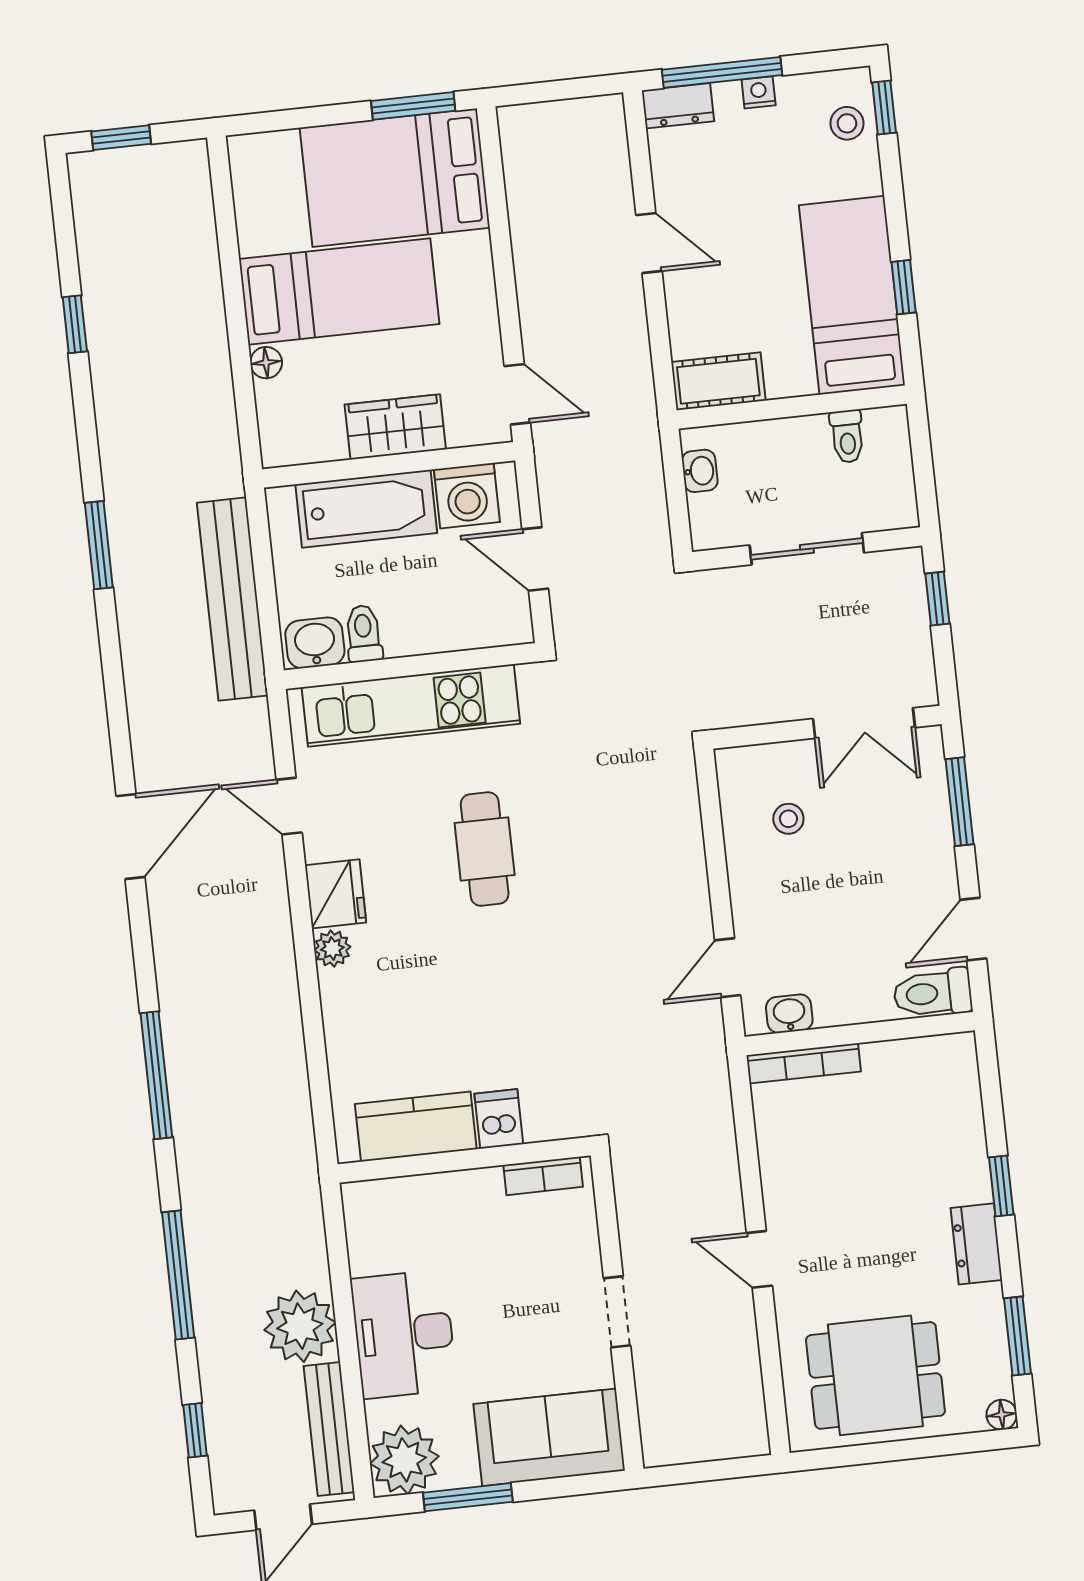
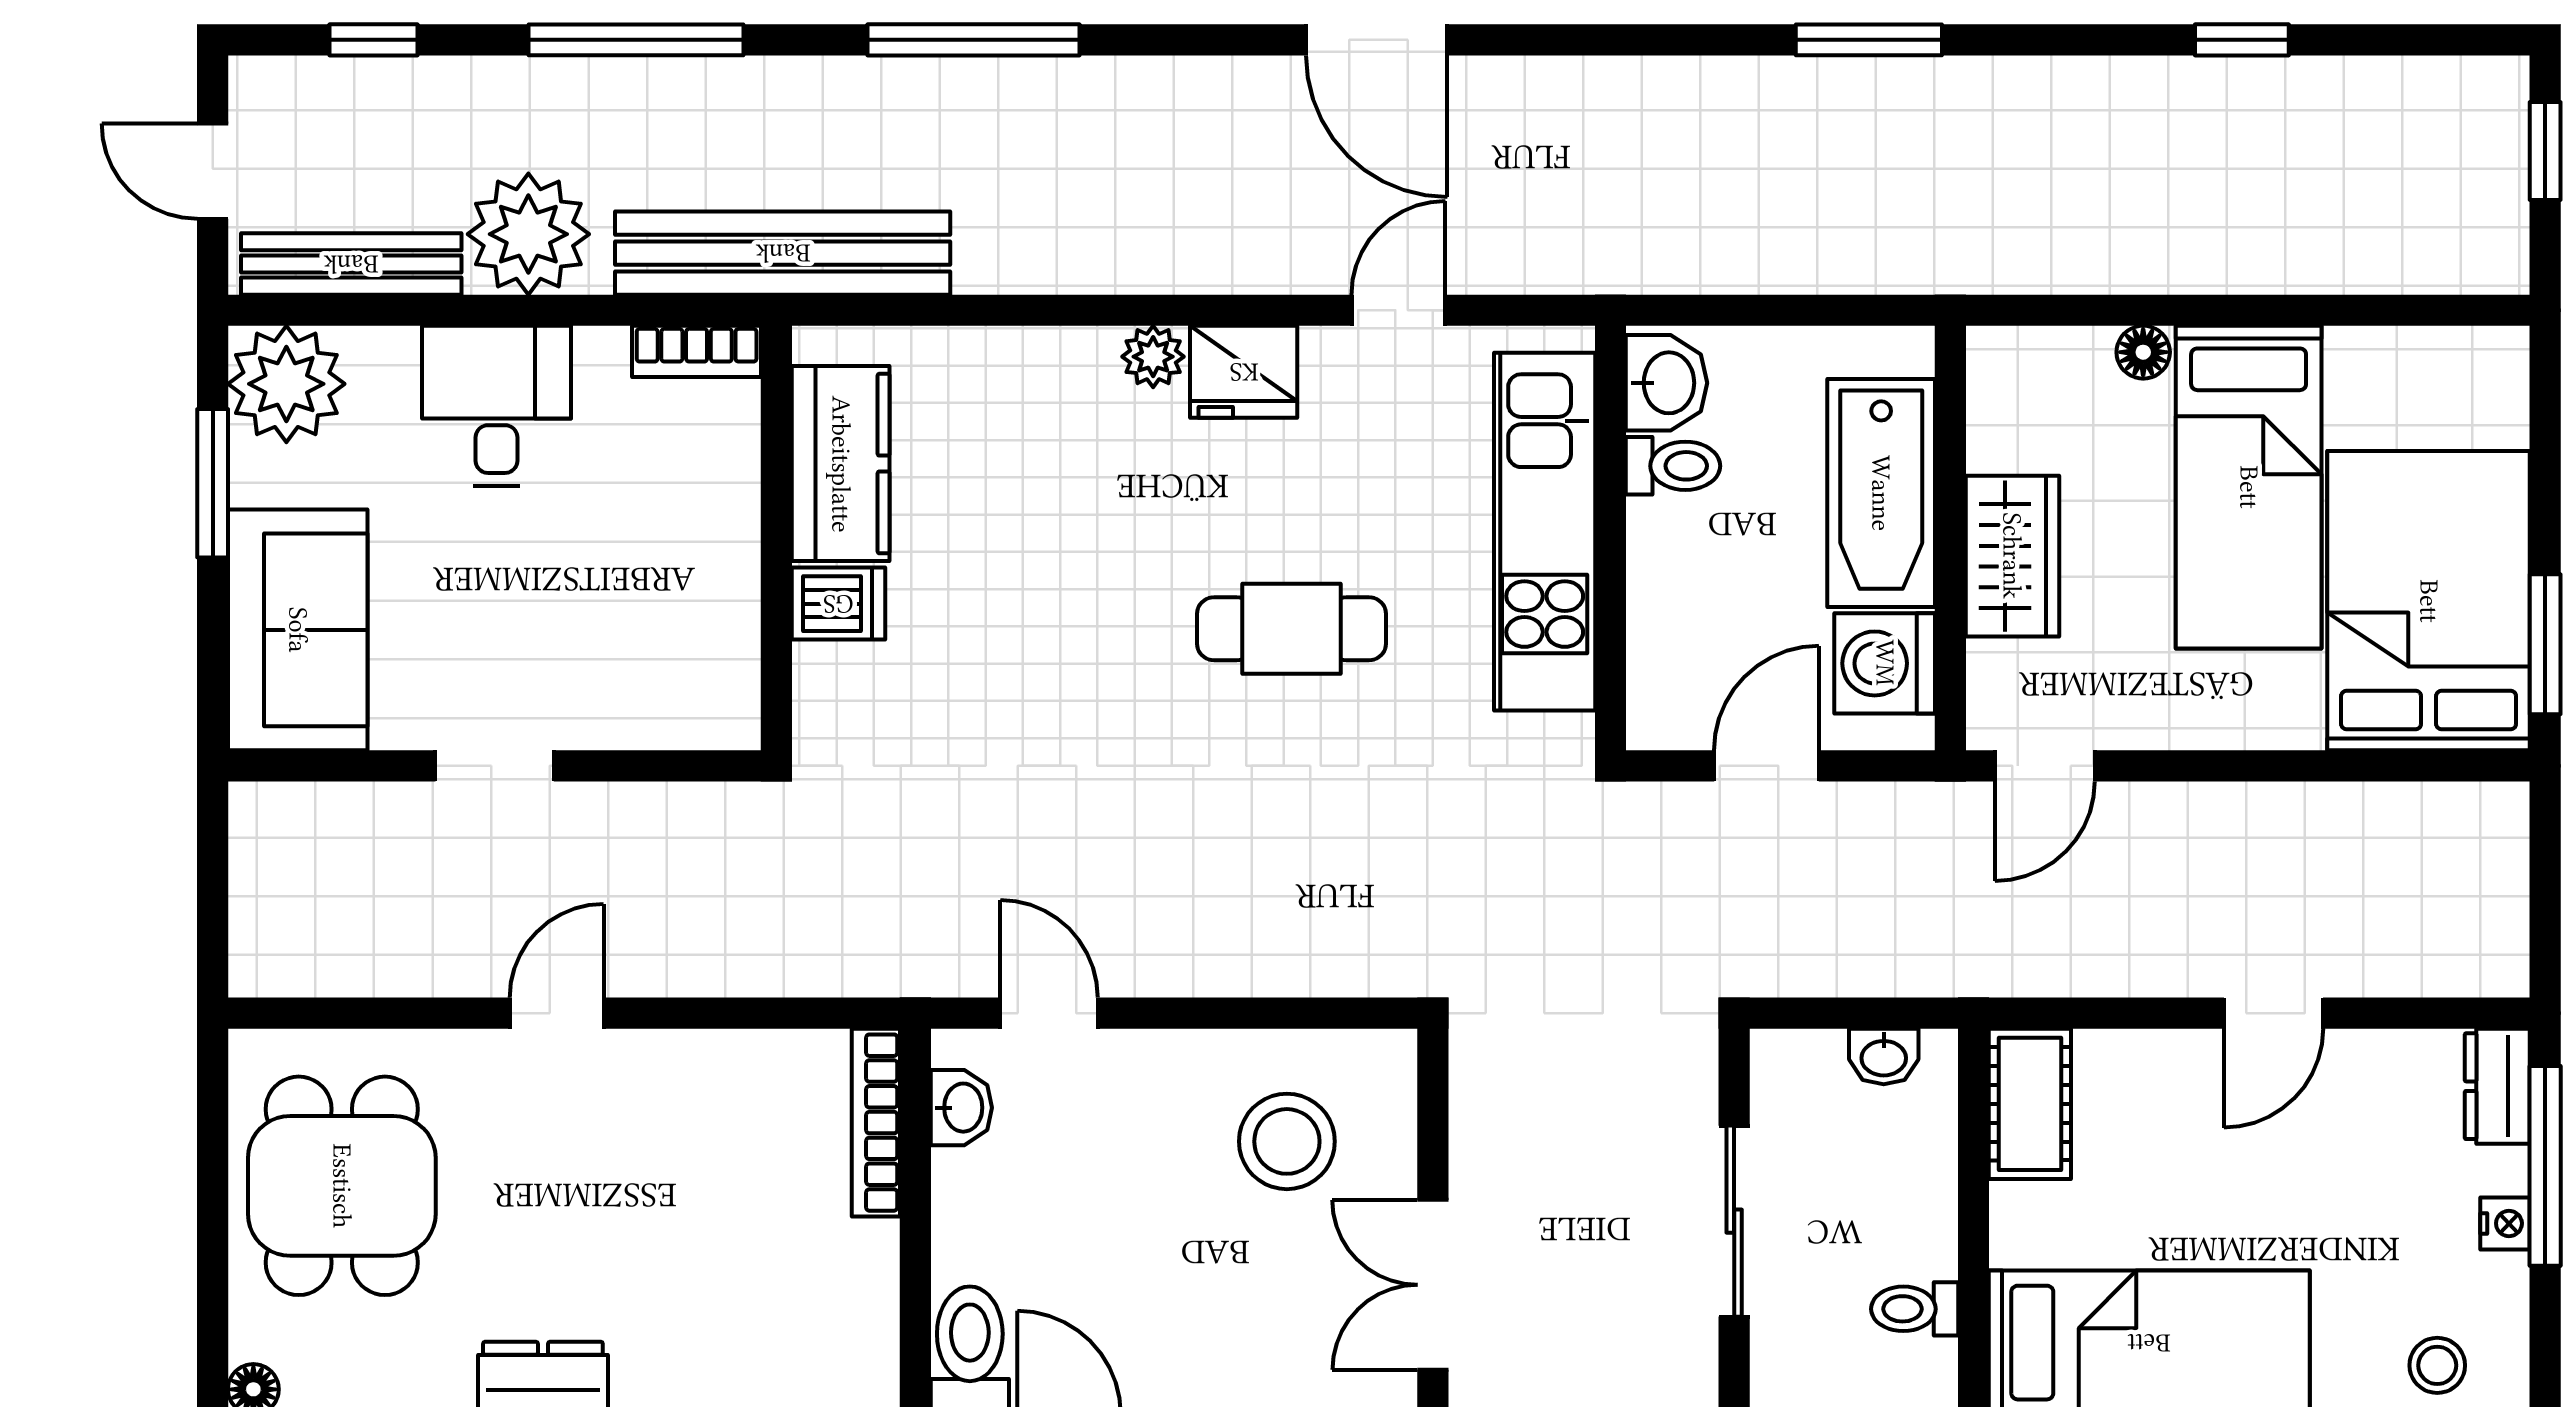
bench: (232, 599) -> (783, 253), moved
stool: (788, 819) -> (1287, 1141), width x1.89, depth x1.89
bookcase: (543, 1176) -> (697, 351), moved, turned -90
desk: (404, 1334) -> (497, 406), width x0.73

